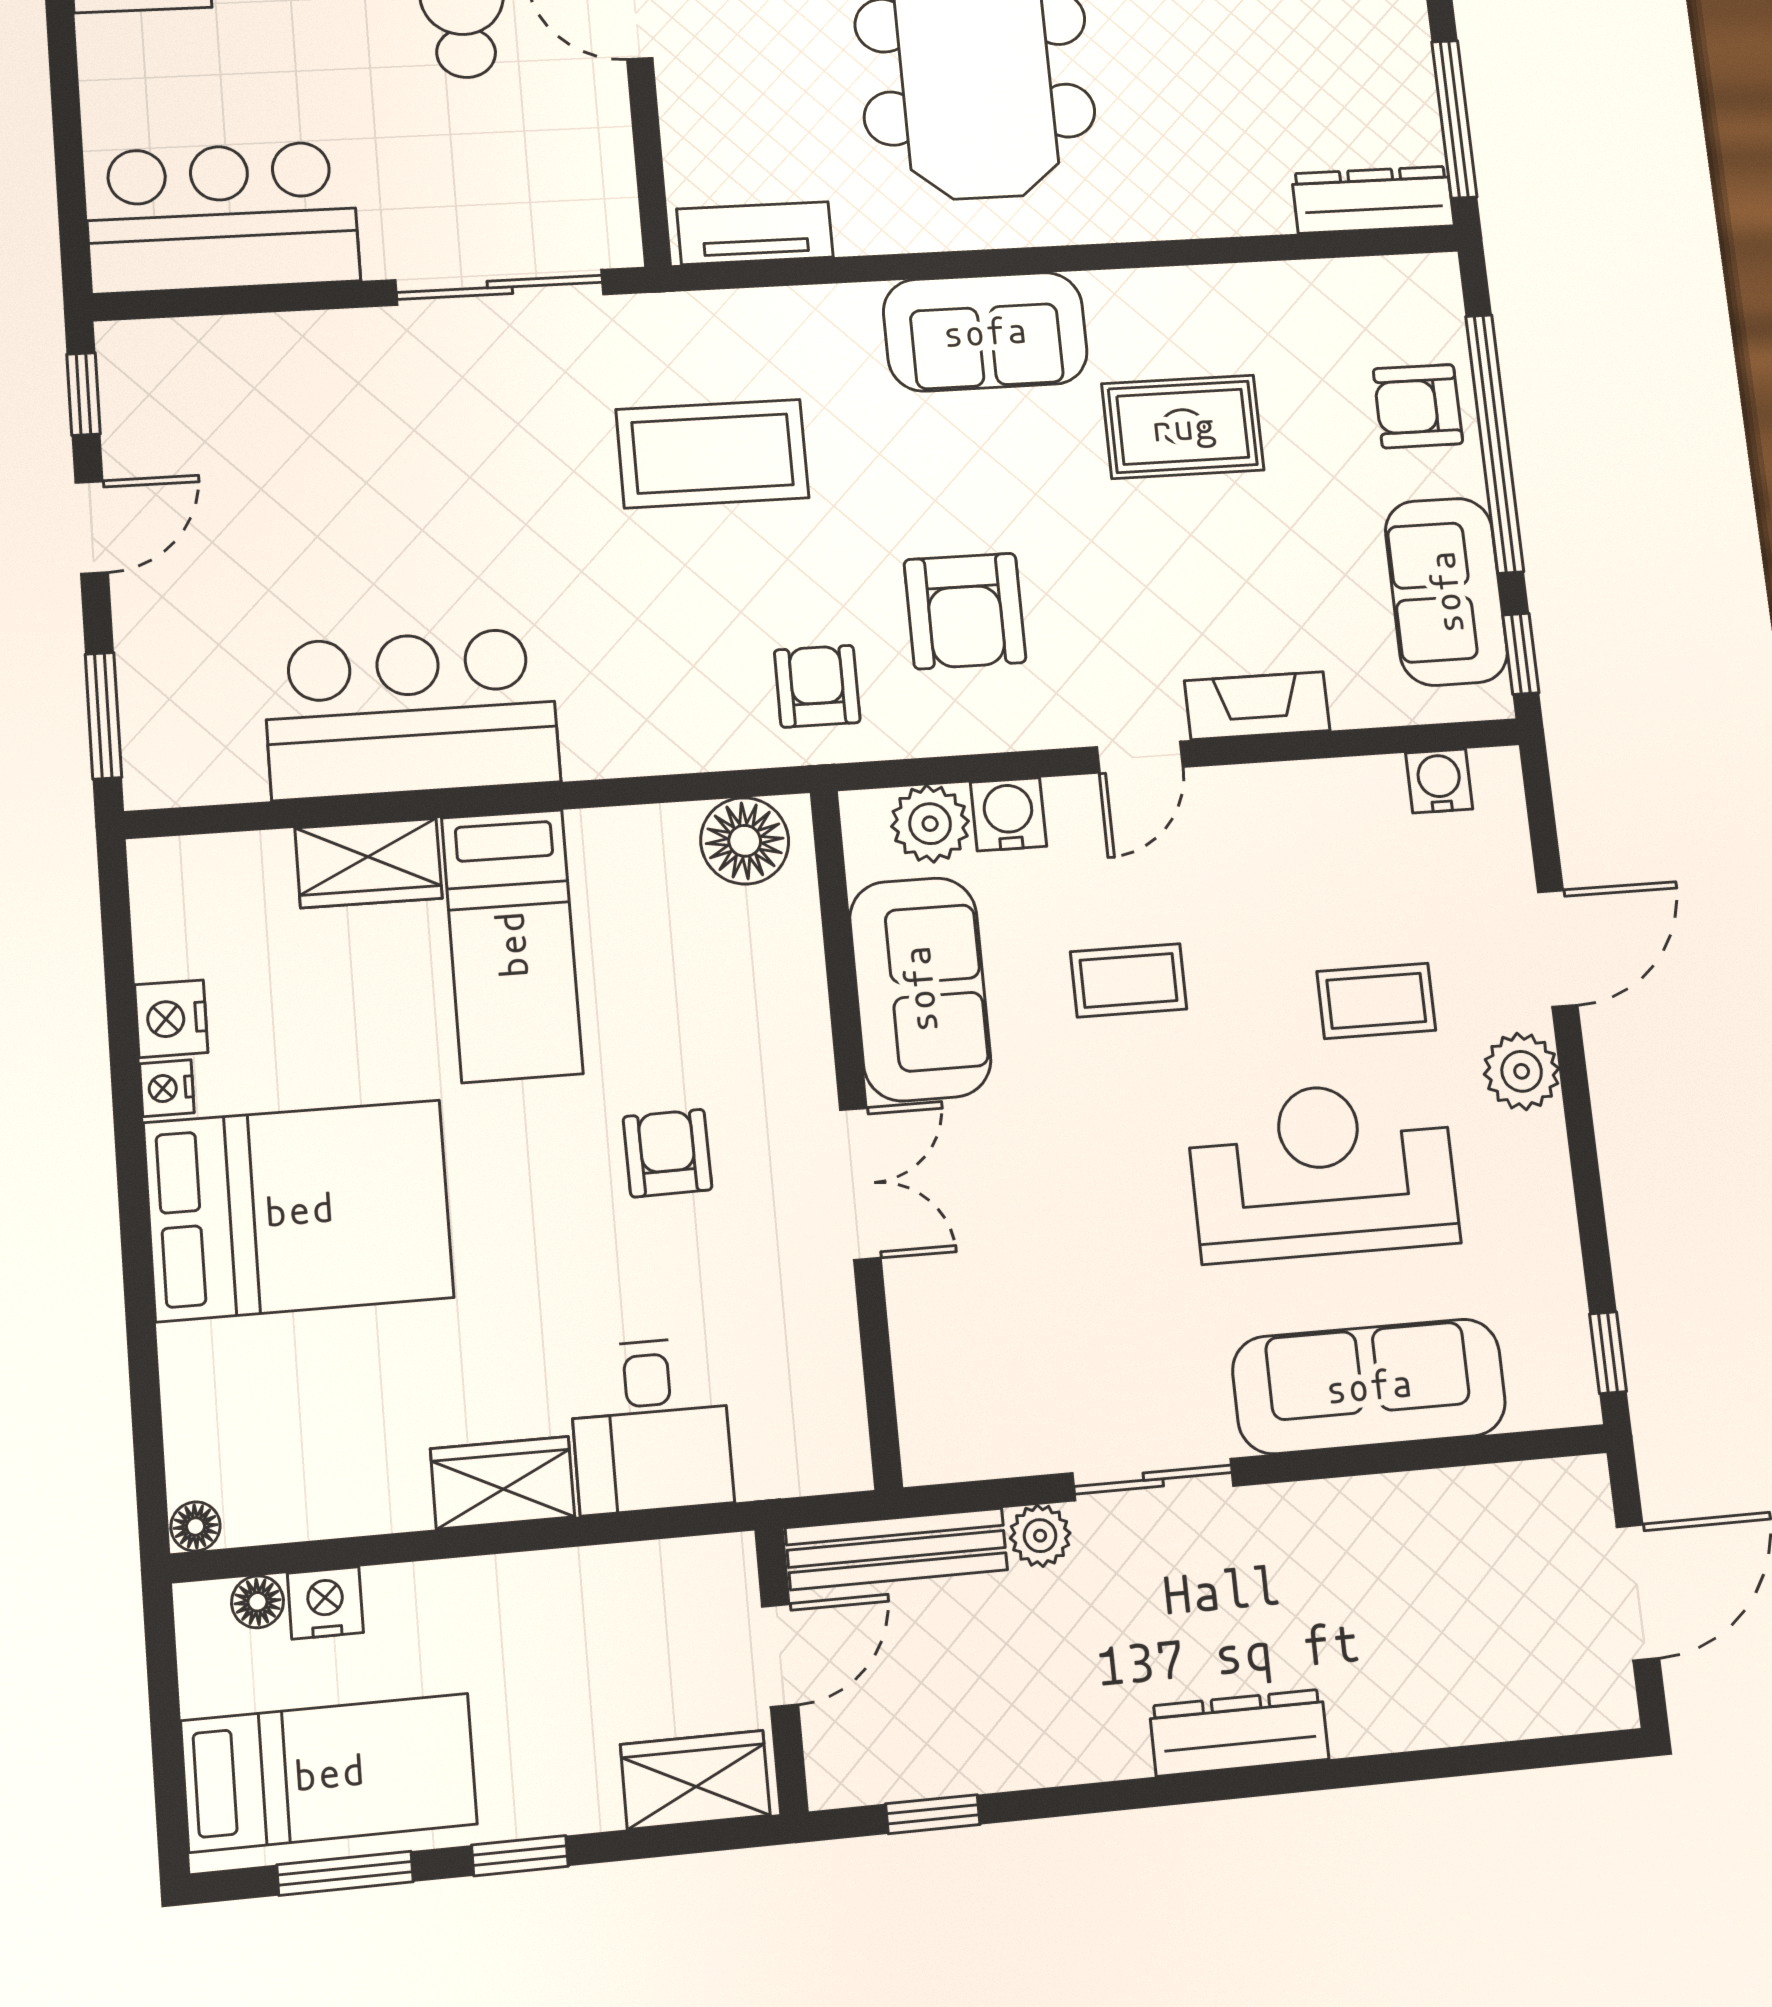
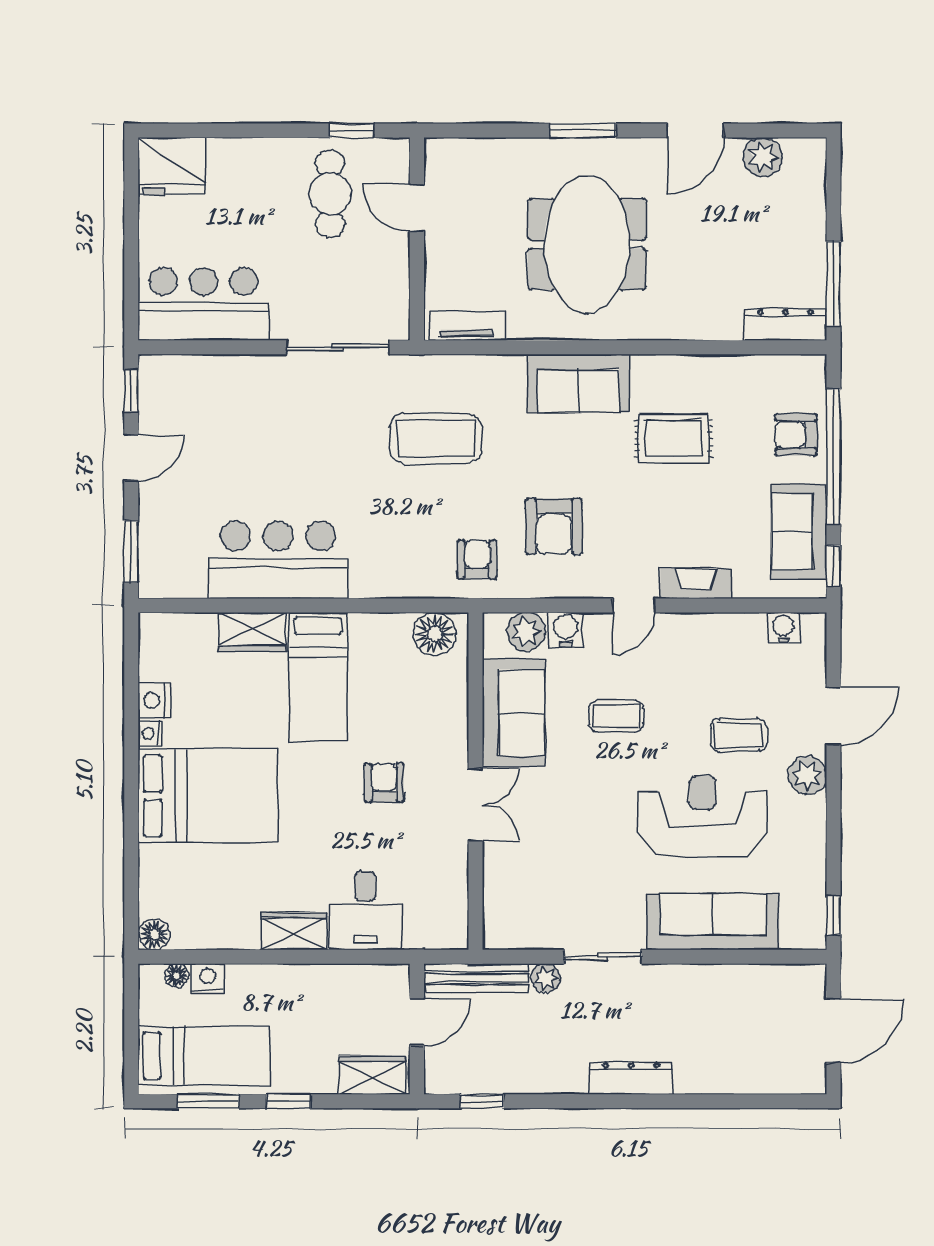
floor lamp: (195, 1526) -> (155, 934), width x1.37, depth x1.37

